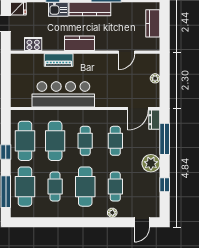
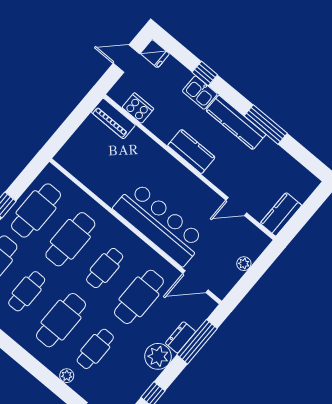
kitchen counter: (153, 23) -> (281, 214), moved
piano: (59, 60) -> (113, 119), moved
bar counter: (63, 94) -> (159, 224), moved
dresser: (154, 120) -> (180, 337), moved
cafe table: (115, 141) -> (139, 297), width x1.37, depth x1.35

